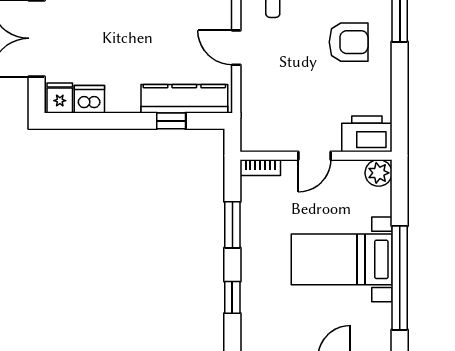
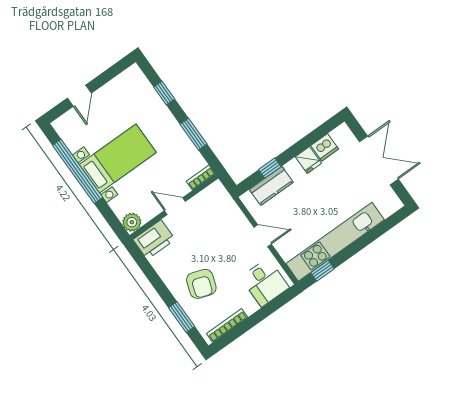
armchair: (349, 42) -> (201, 284), turned -71
fridge: (60, 98) -> (308, 160), moved
kitchen counter: (184, 99) -> (271, 186), width x0.67
door: (314, 156) -> (175, 206), hinge flipped

